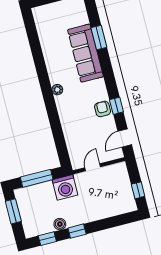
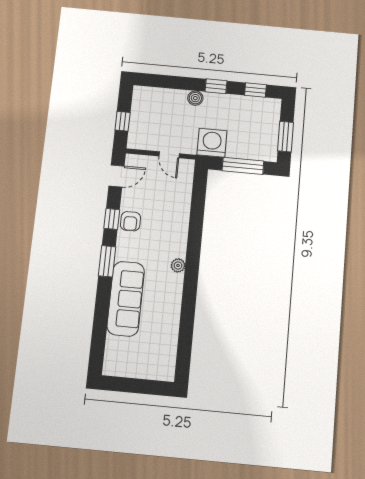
window: (99, 38) -> (107, 261), moved
door: (93, 167) -> (169, 155), hinge flipped
window: (138, 190) -> (123, 121), moved
boiler: (60, 224) -> (195, 98), moved

